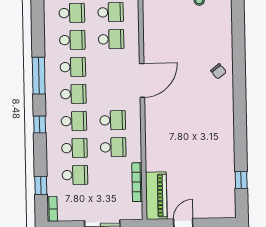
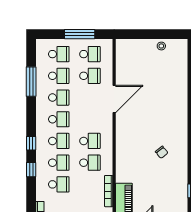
chair: (218, 71) -> (162, 152), moved
window: (39, 76) -> (31, 82), moved
door: (142, 80) -> (114, 99), moved
window: (41, 185) -> (31, 170), moved

